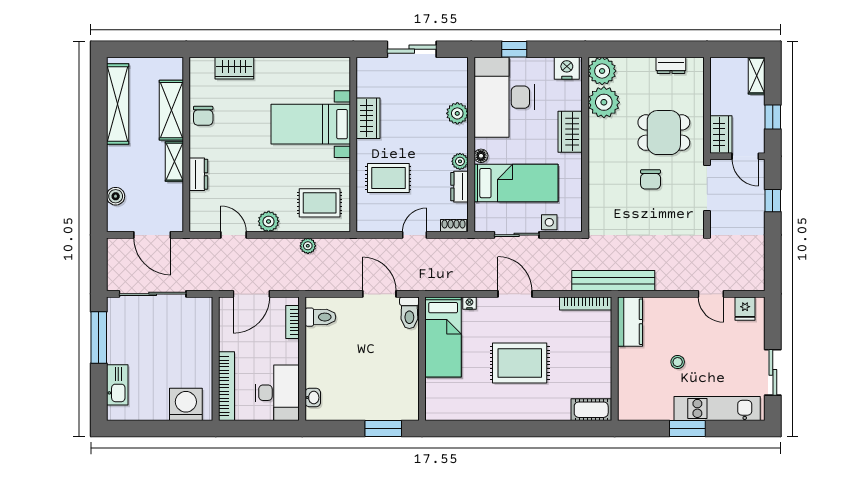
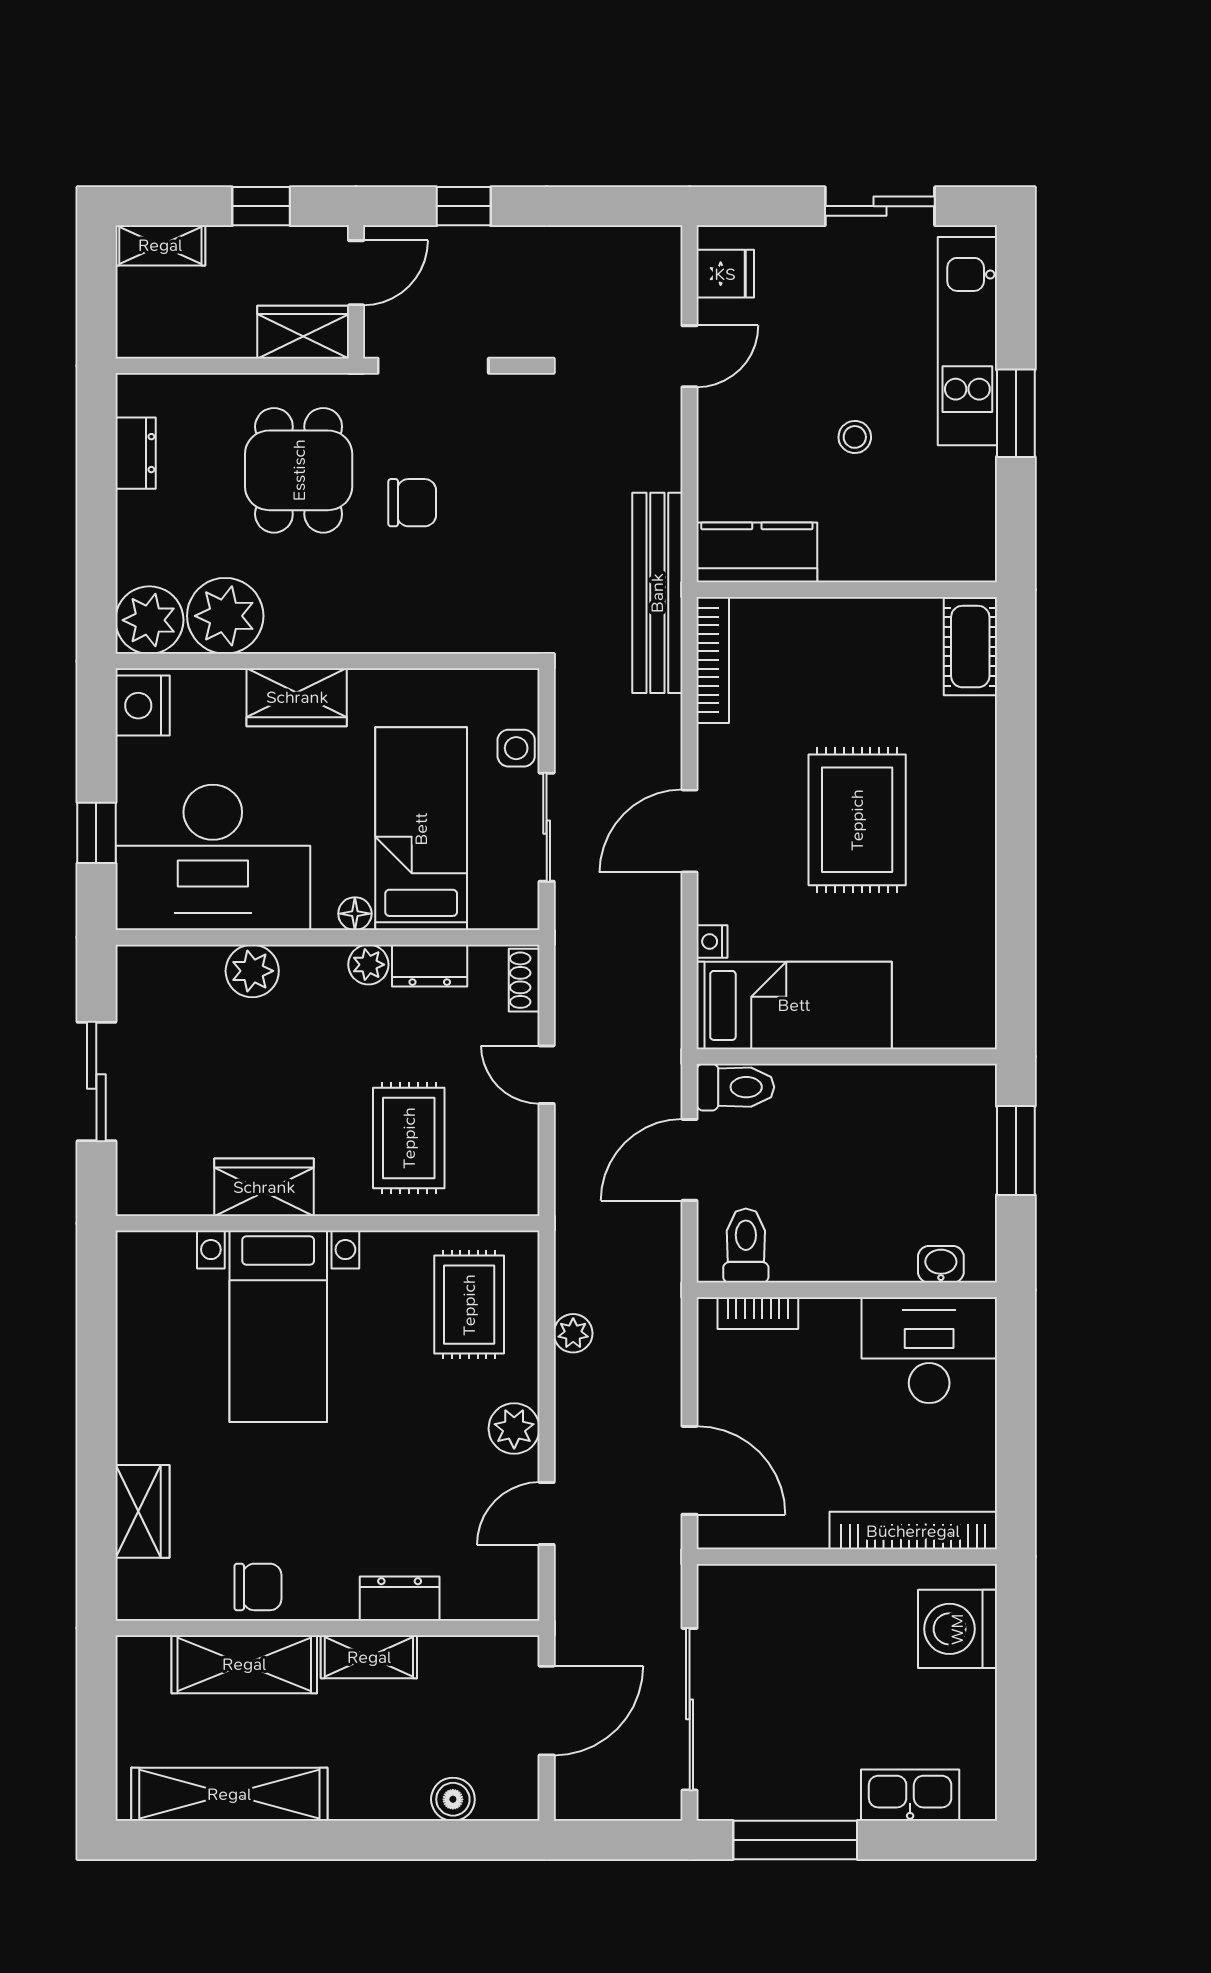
toilet: (320, 317) -> (746, 1246), moved
bookcase: (293, 322) -> (758, 1313), moved
wall: (302, 359) -> (847, 1290), moved
desk: (277, 393) -> (929, 1350), moved
washbasin: (313, 398) -> (941, 1264), moved

